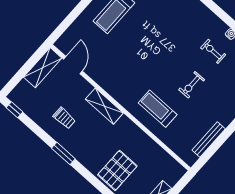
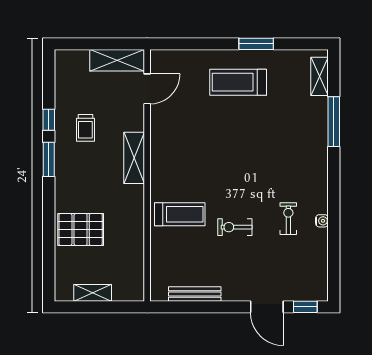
treadmill: (158, 109) -> (180, 214), turned 90
window: (15, 110) -> (49, 120), moved

